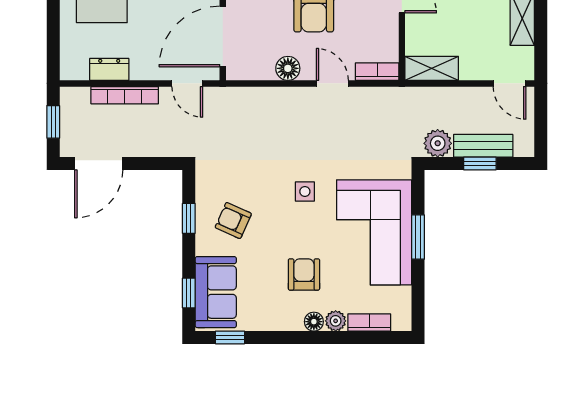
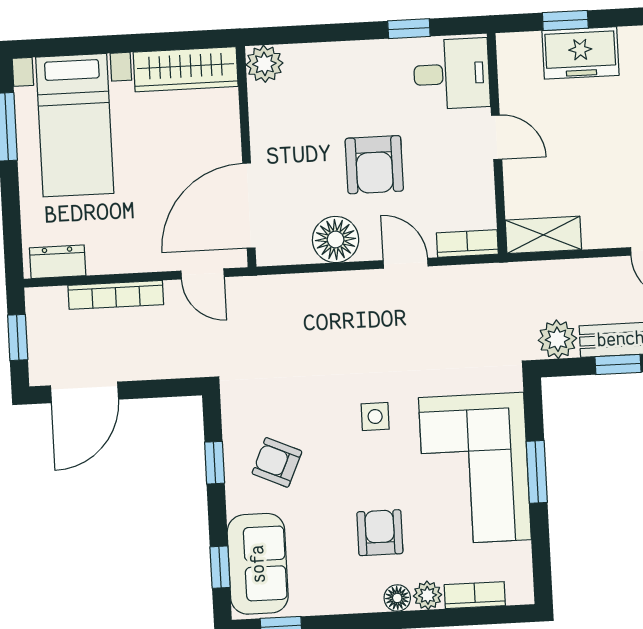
floor lamp: (288, 68) -> (336, 239), width x1.38, depth x1.38
dresser: (109, 69) -> (58, 262), moved

